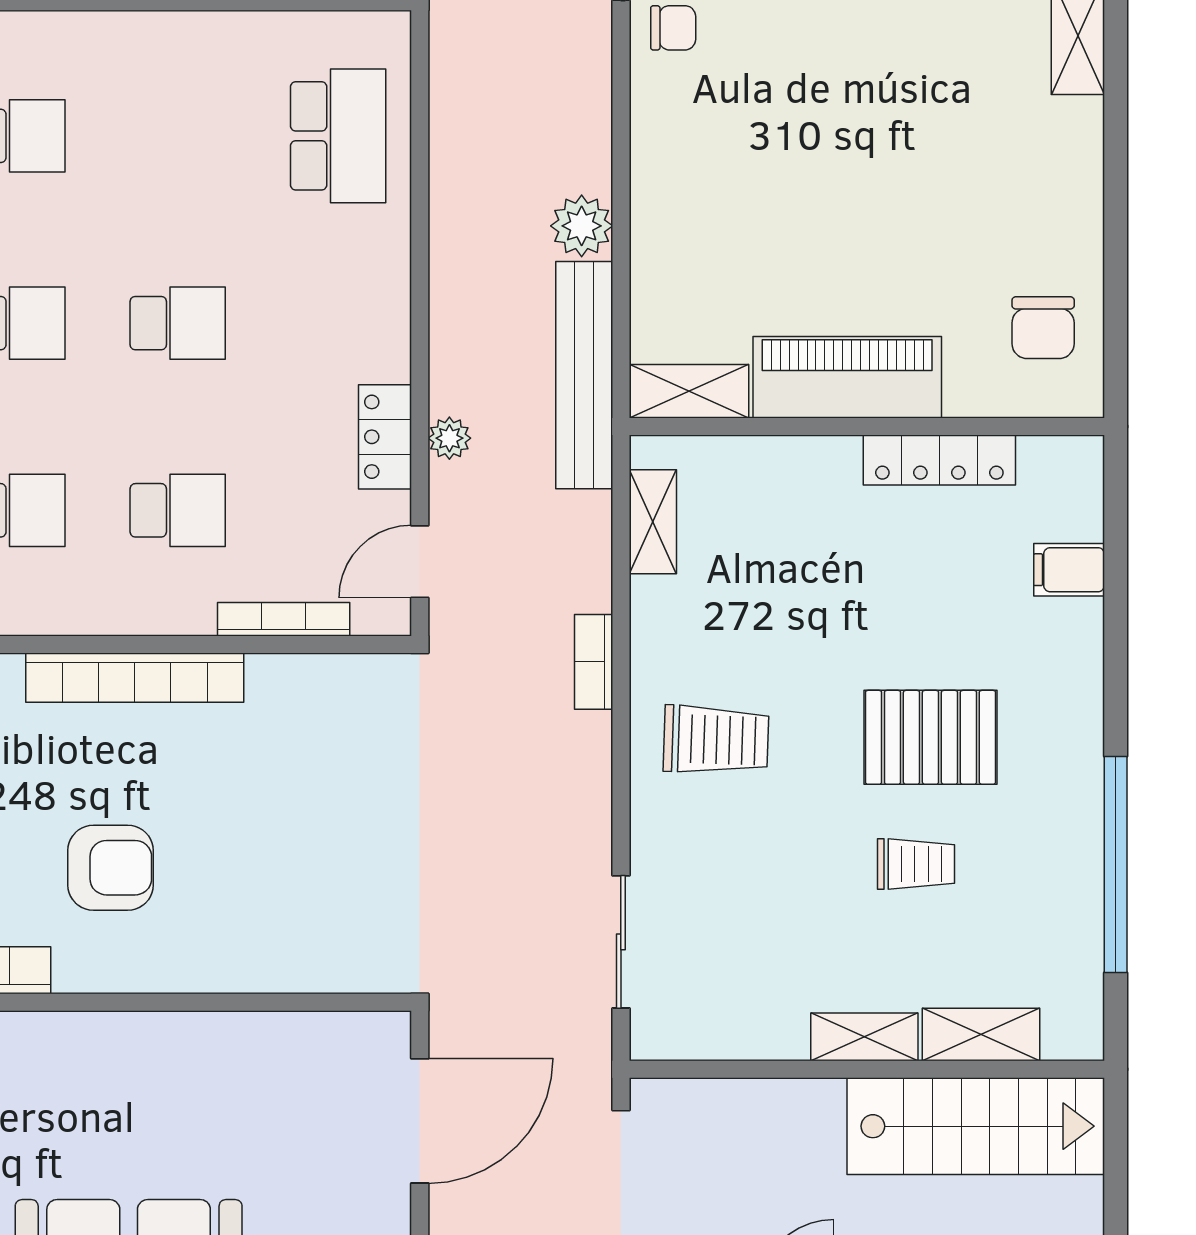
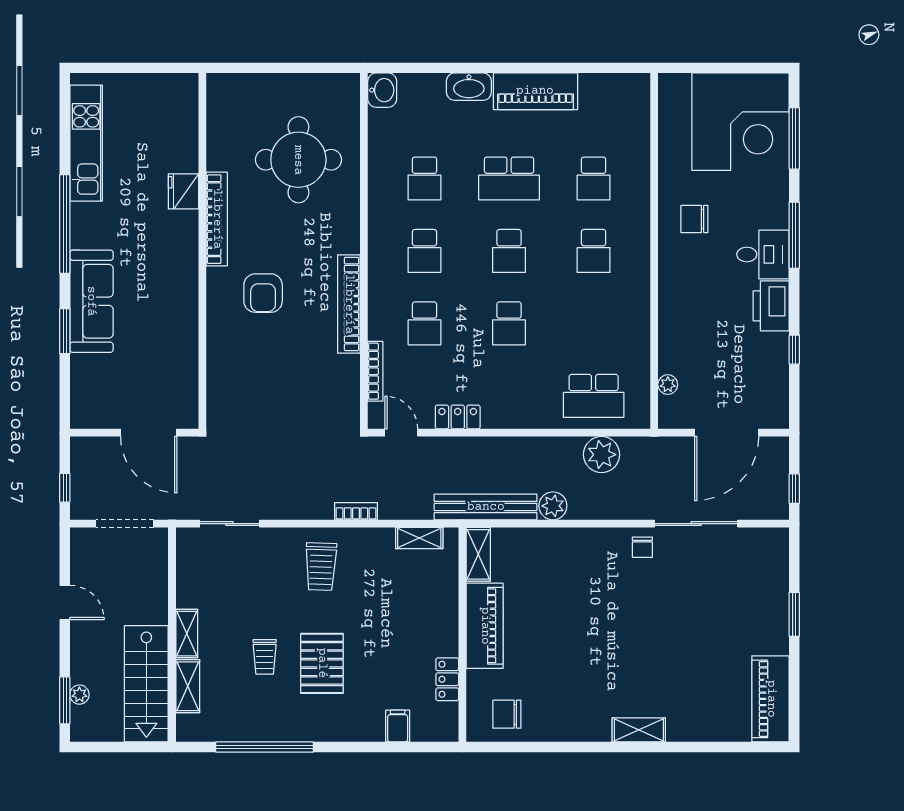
plant: (449, 438) -> (602, 455), moved, width x1.88, depth x1.88
locker: (939, 460) -> (447, 679), width x0.66

